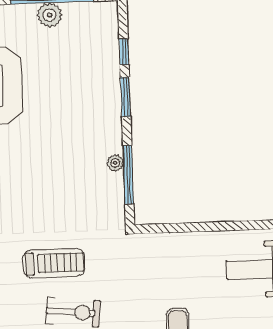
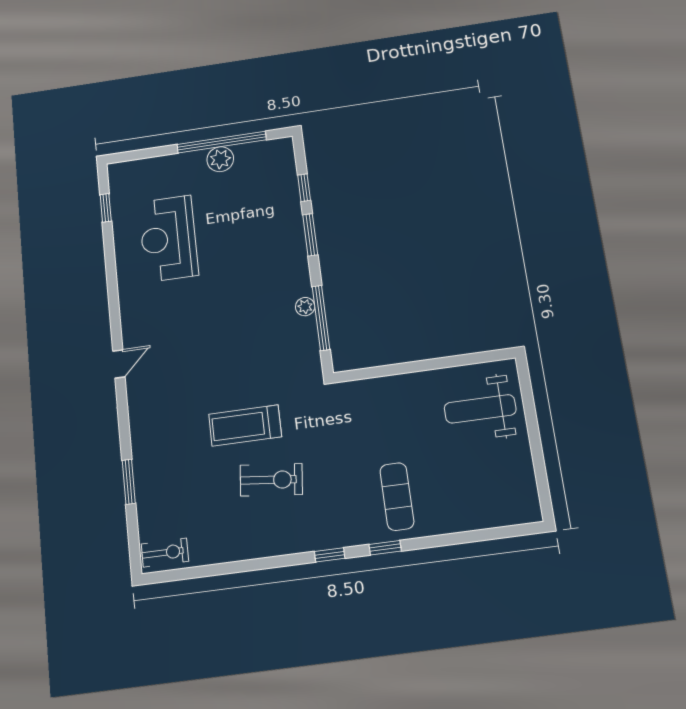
treadmill: (54, 263) -> (245, 426), turned 180

